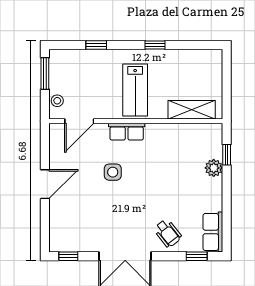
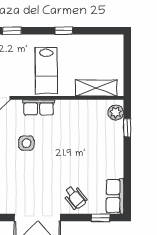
plant: (214, 168) -> (116, 113), moved

